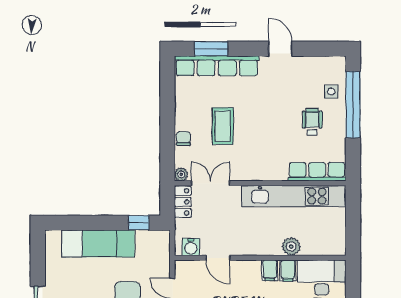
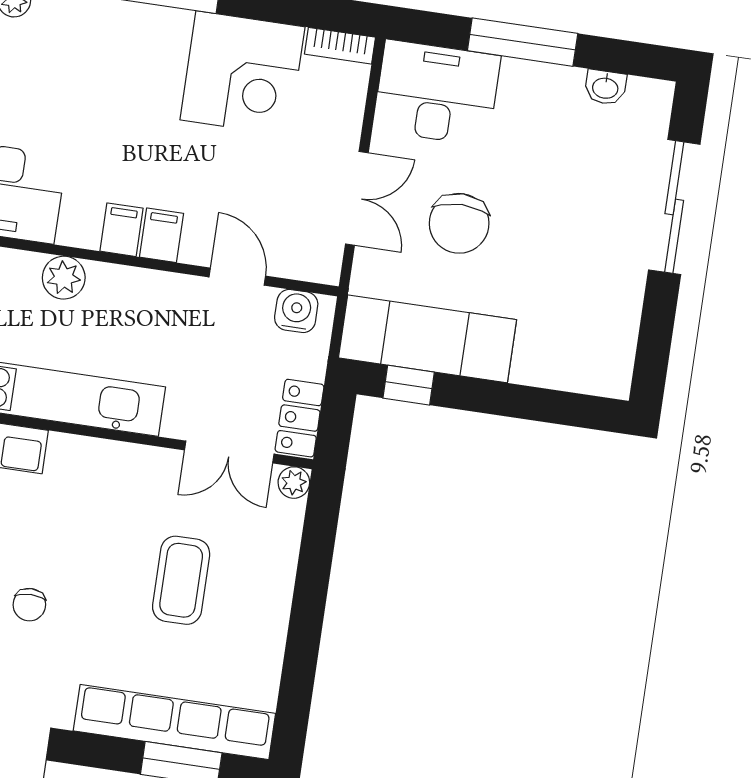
chair: (183, 138) -> (29, 605), moved
exam couch: (98, 243) -> (427, 339), moved
filing cabinet: (288, 271) -> (161, 235), moved

